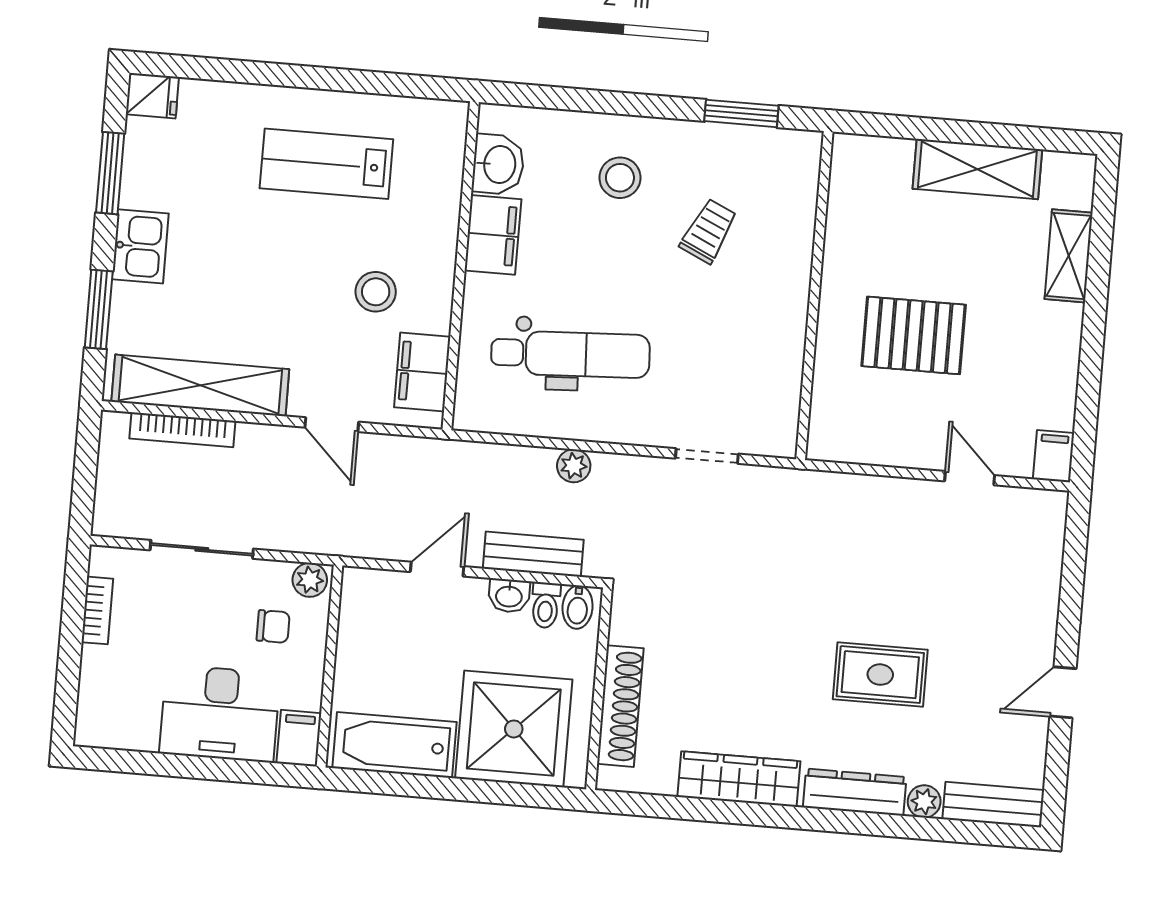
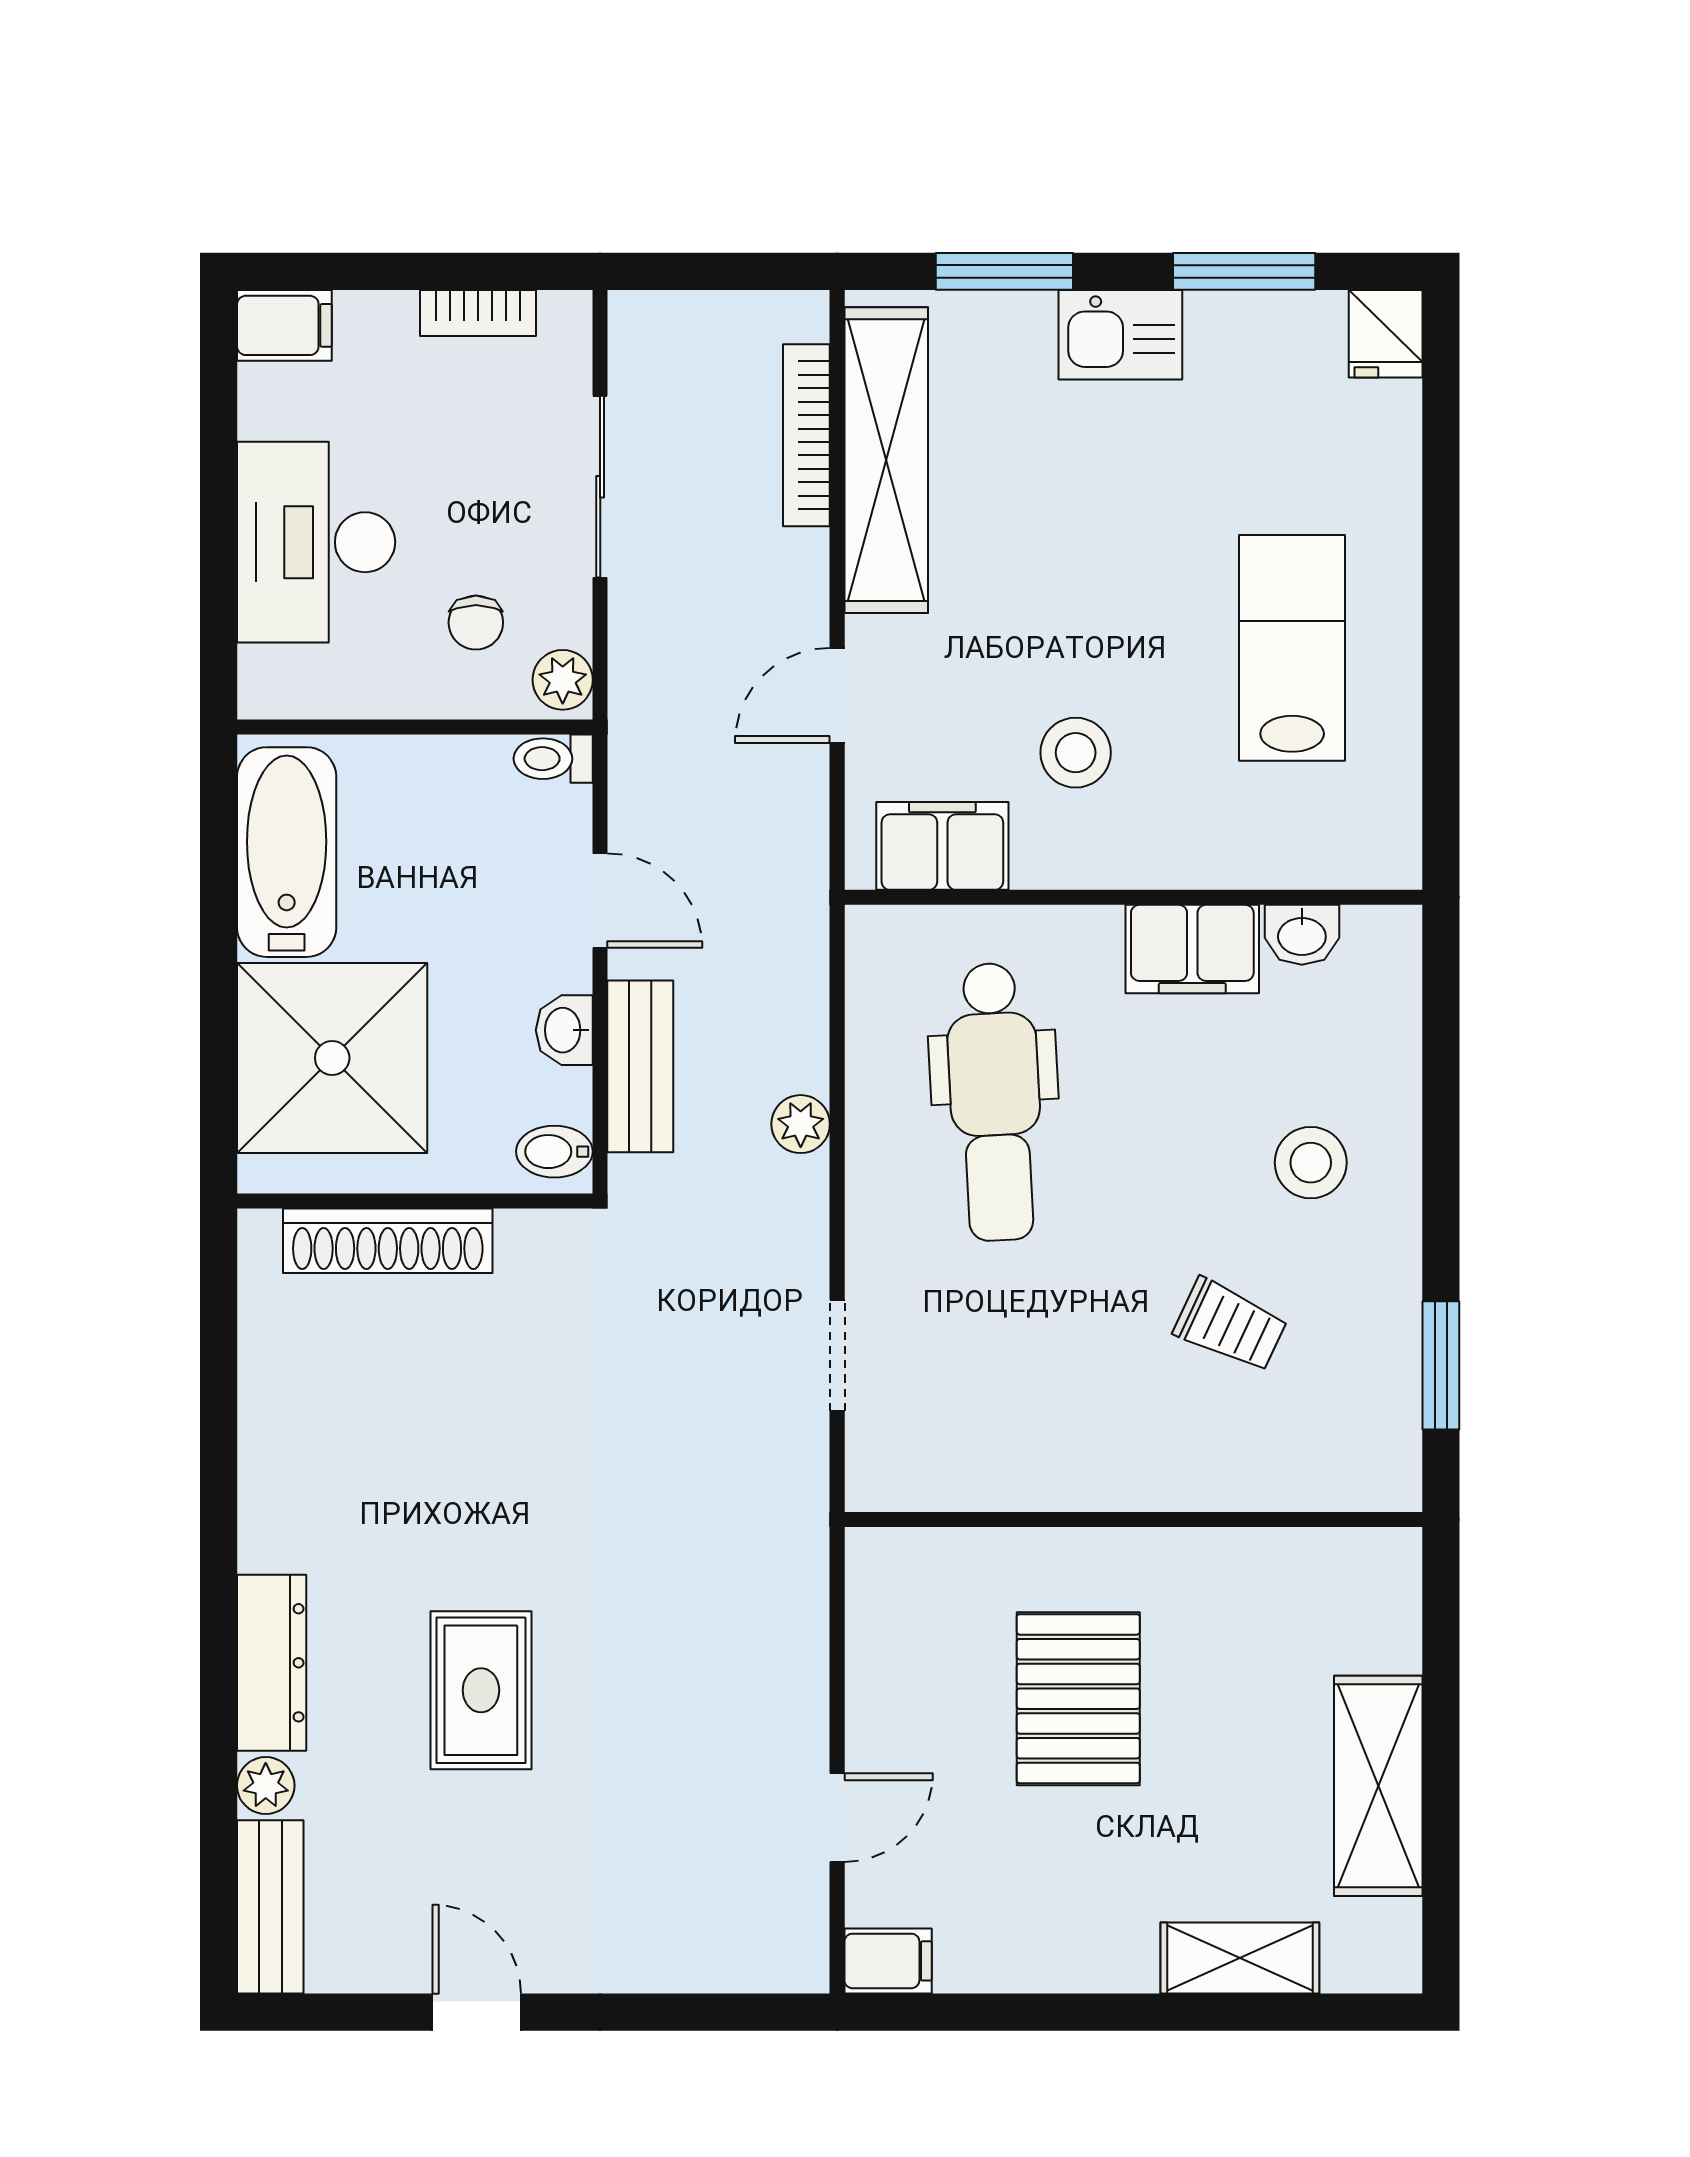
washbasin: (498, 164) -> (1302, 935), width x0.72, depth x0.69
toilet: (546, 605) -> (553, 759), moved
filing cabinet: (299, 738) -> (284, 325), moved
wardrobe: (739, 779) -> (278, 1459), removed

